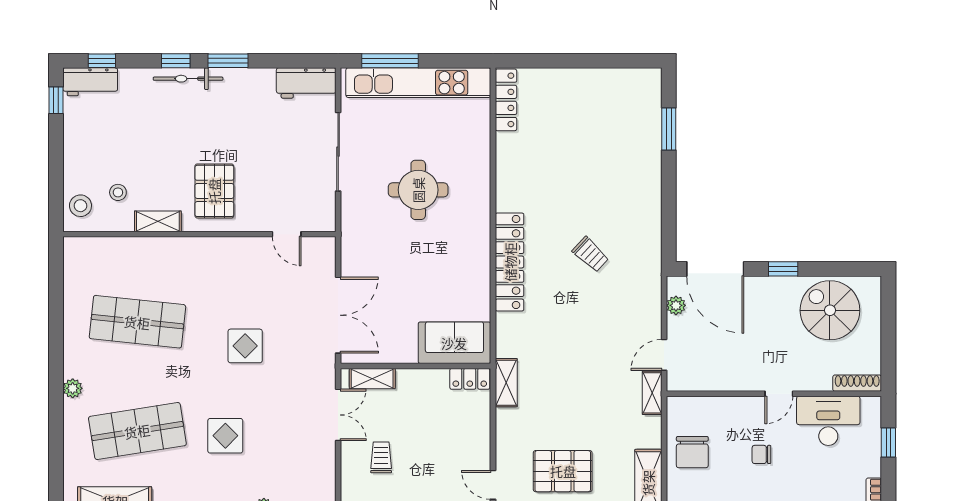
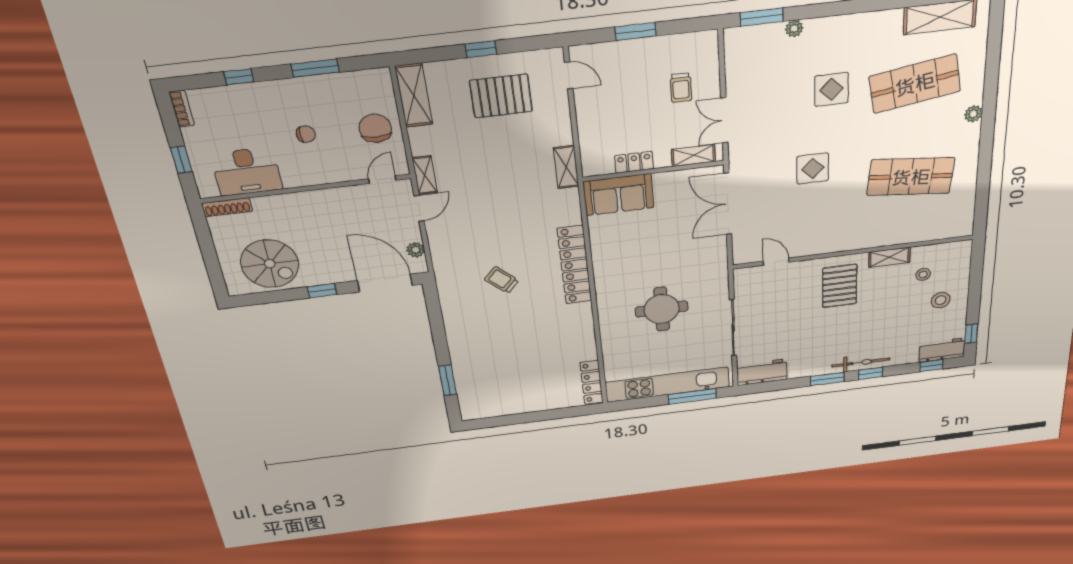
stool: (80, 206) -> (941, 300), moved
locker: (470, 379) -> (634, 162), moved
door: (779, 394) -> (382, 179), moved

